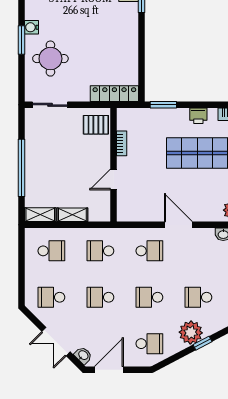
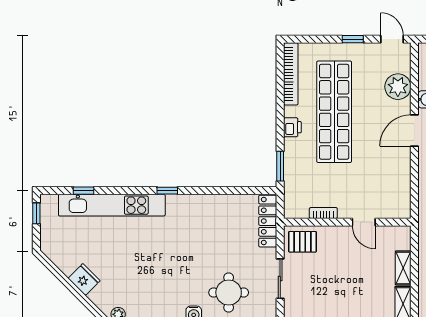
sliding door: (50, 105) -> (280, 279), moved
pallet: (96, 125) -> (302, 242), turned 90
door: (178, 225) -> (414, 131), moved

